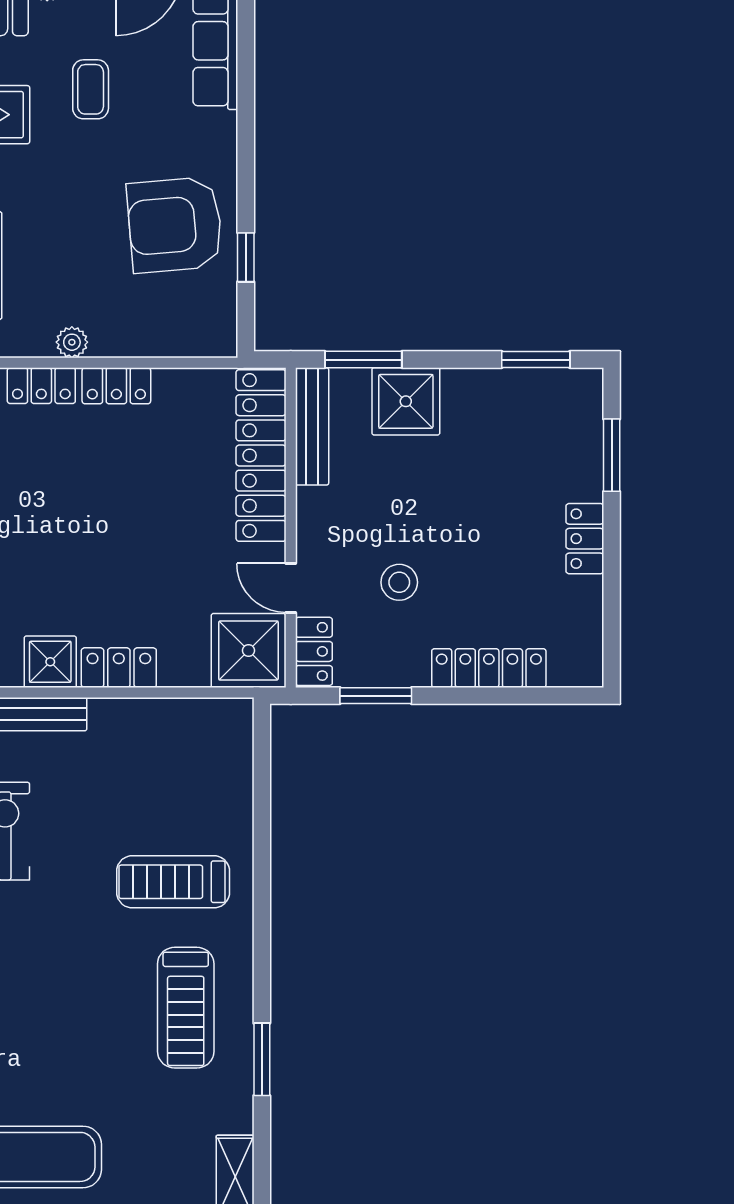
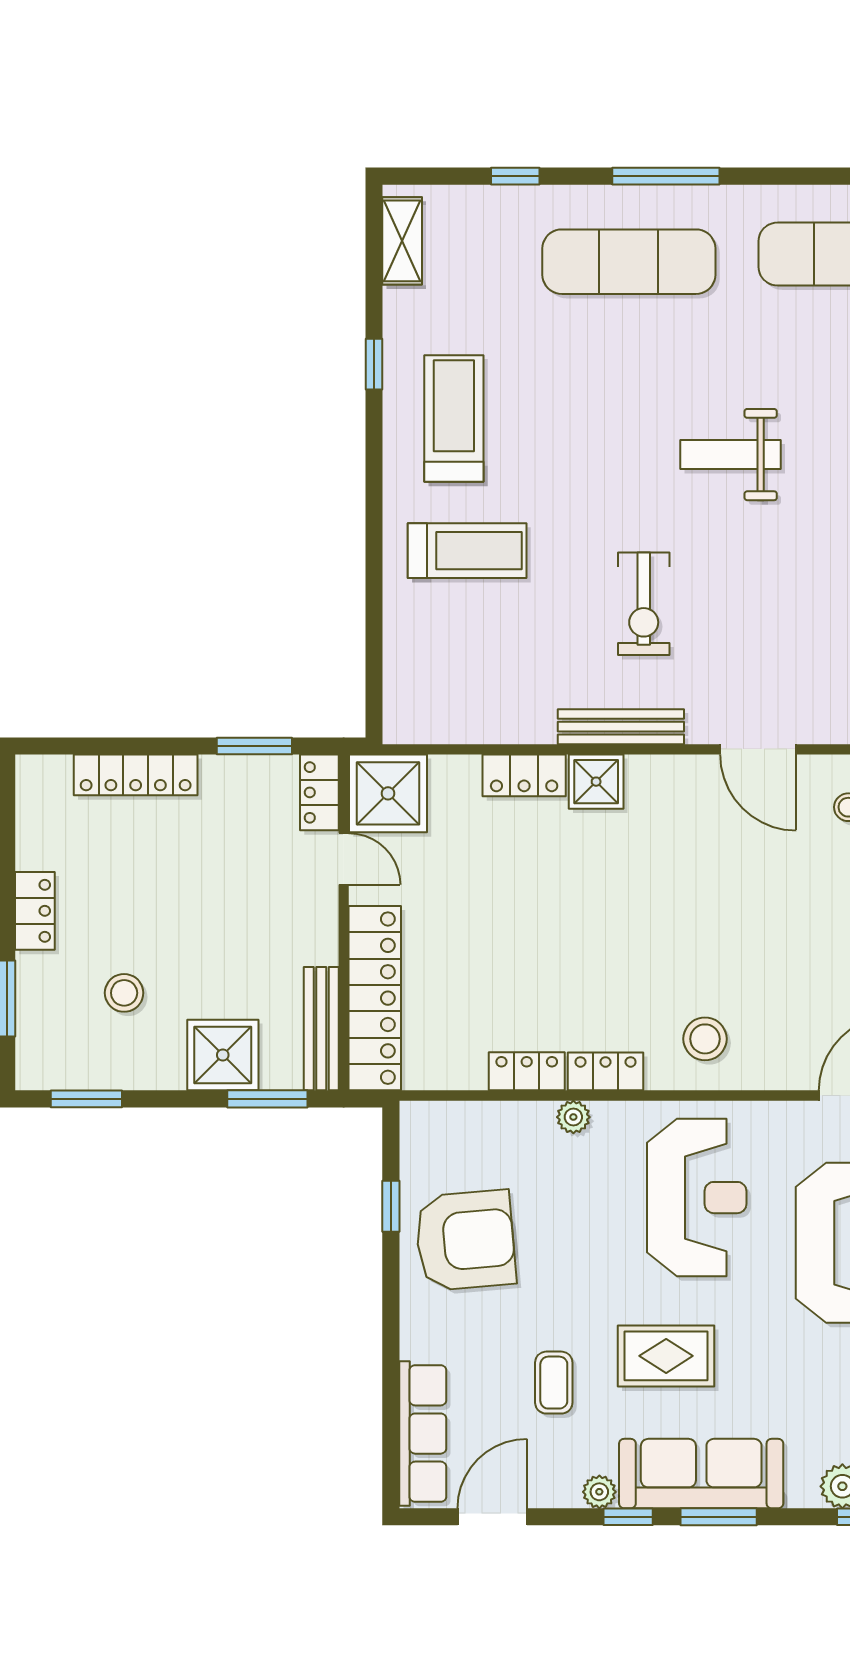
stool: (399, 582) -> (124, 993), moved
window: (262, 1059) -> (374, 364), width x0.67

